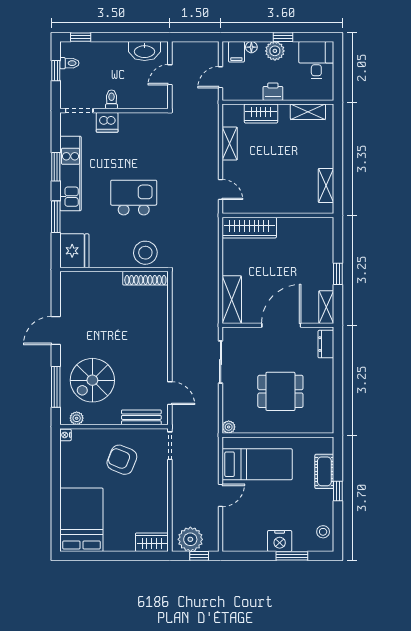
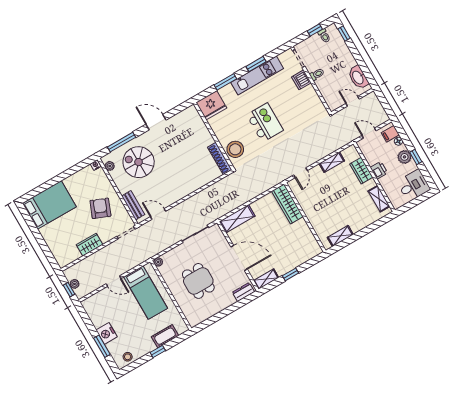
door: (170, 393) -> (158, 214), swing flipped
plant: (190, 539) -> (75, 284), width x0.53, depth x0.53
wardrobe: (152, 542) -> (90, 245), moved, turned -90

